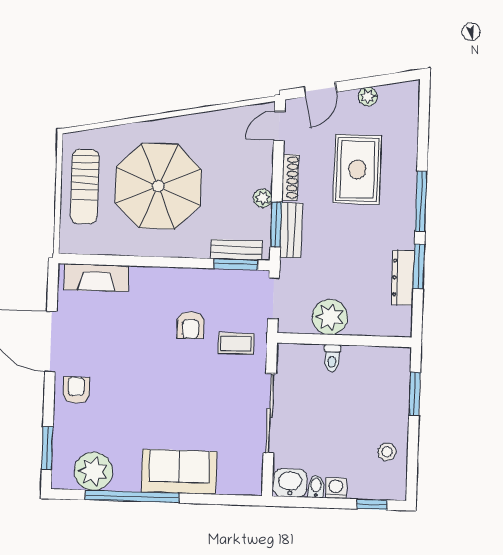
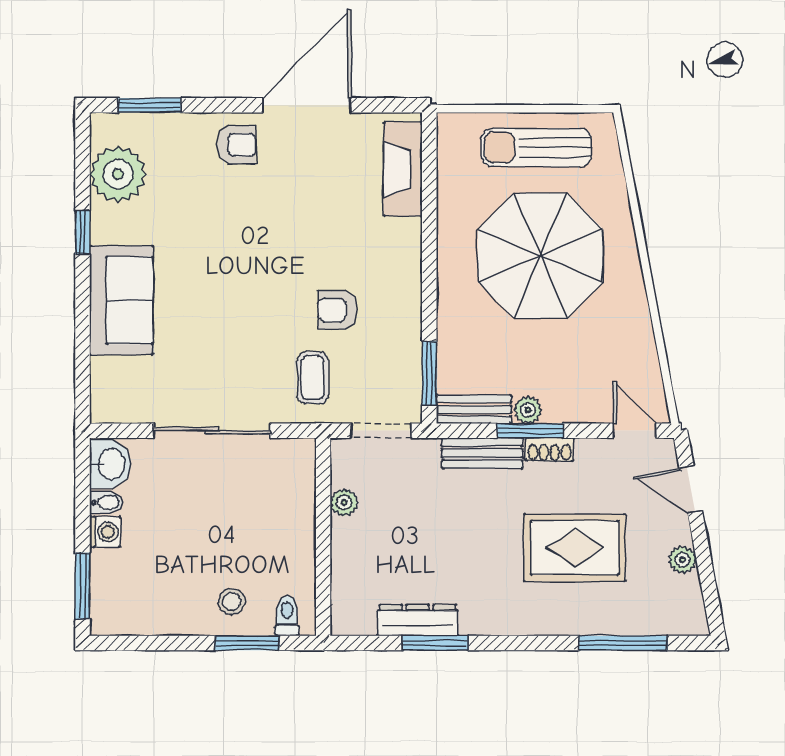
shoe rack: (290, 177) -> (549, 449), width x0.70
window: (421, 201) -> (623, 643), moved
window: (276, 224) -> (530, 431), moved
bench: (236, 250) -> (474, 409), moved, turned 90
plant: (330, 317) -> (344, 503), width x0.53, depth x0.53
toilet: (332, 358) -> (287, 616), moved, turned 90
stool: (387, 452) -> (232, 602), moved
window: (132, 497) -> (83, 232), width x0.32
window: (372, 504) -> (83, 586), width x1.50

